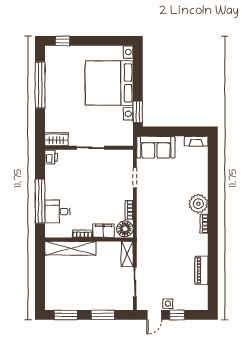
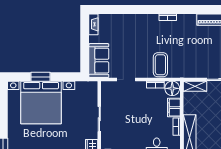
window: (138, 112) -> (40, 77), moved
plant: (198, 204) -> (150, 22), removed
coffee table: (151, 216) -> (160, 65), added

